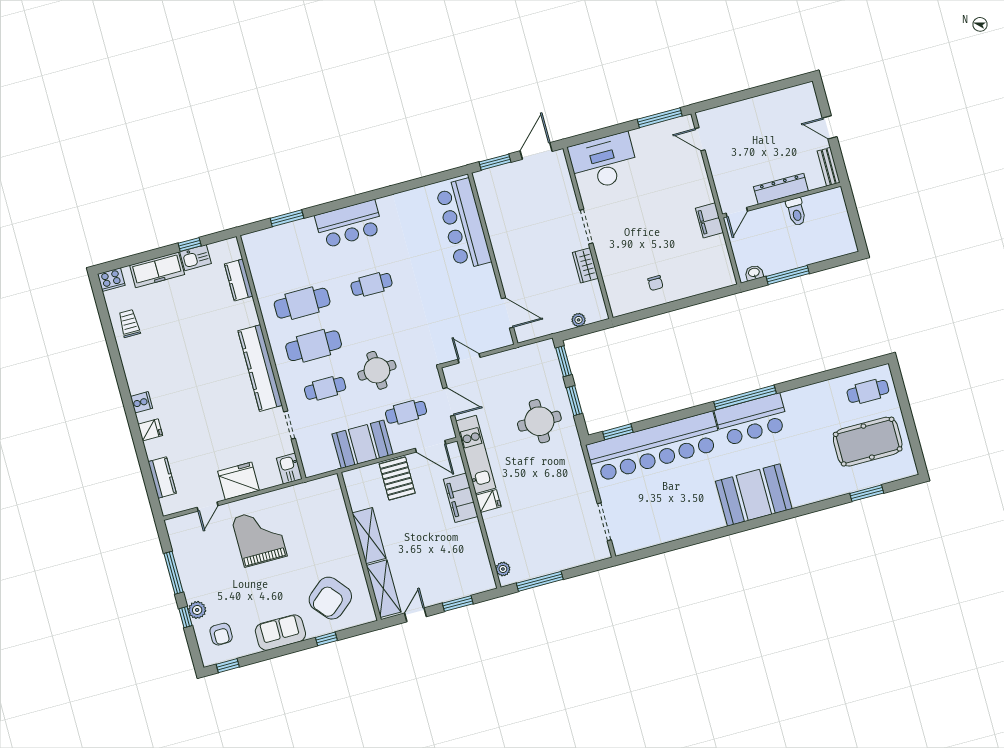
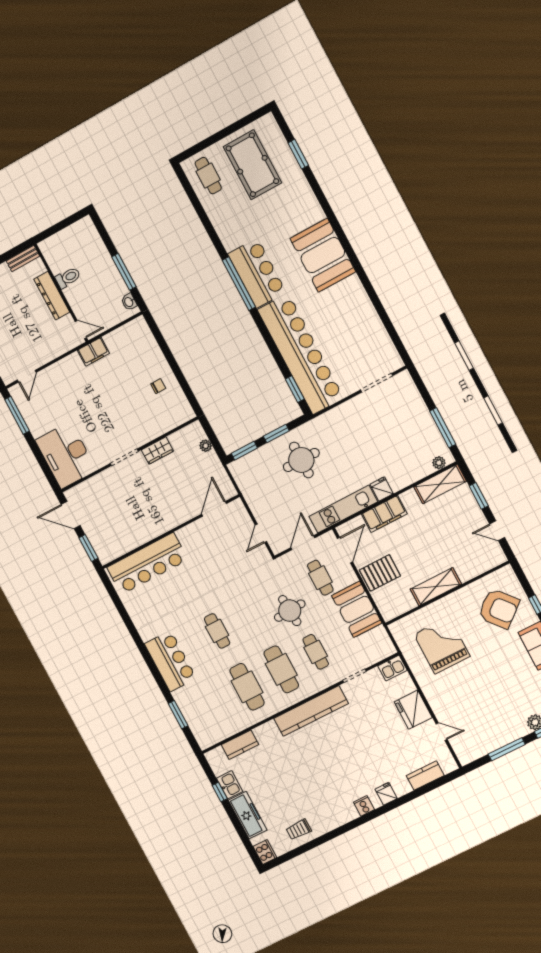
grand piano: (259, 537) -> (442, 645), moved, turned 90
shelving: (384, 589) -> (440, 484), moved

